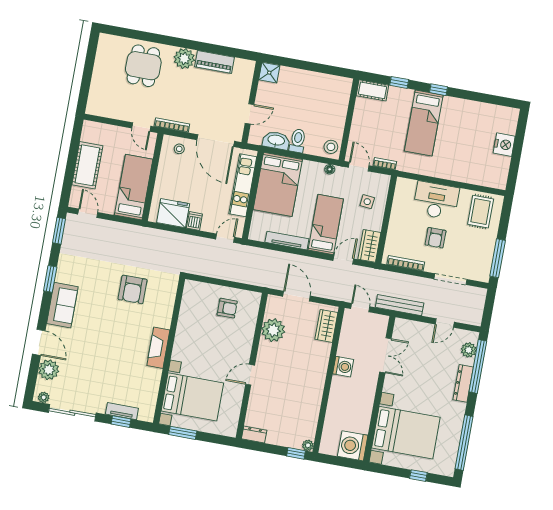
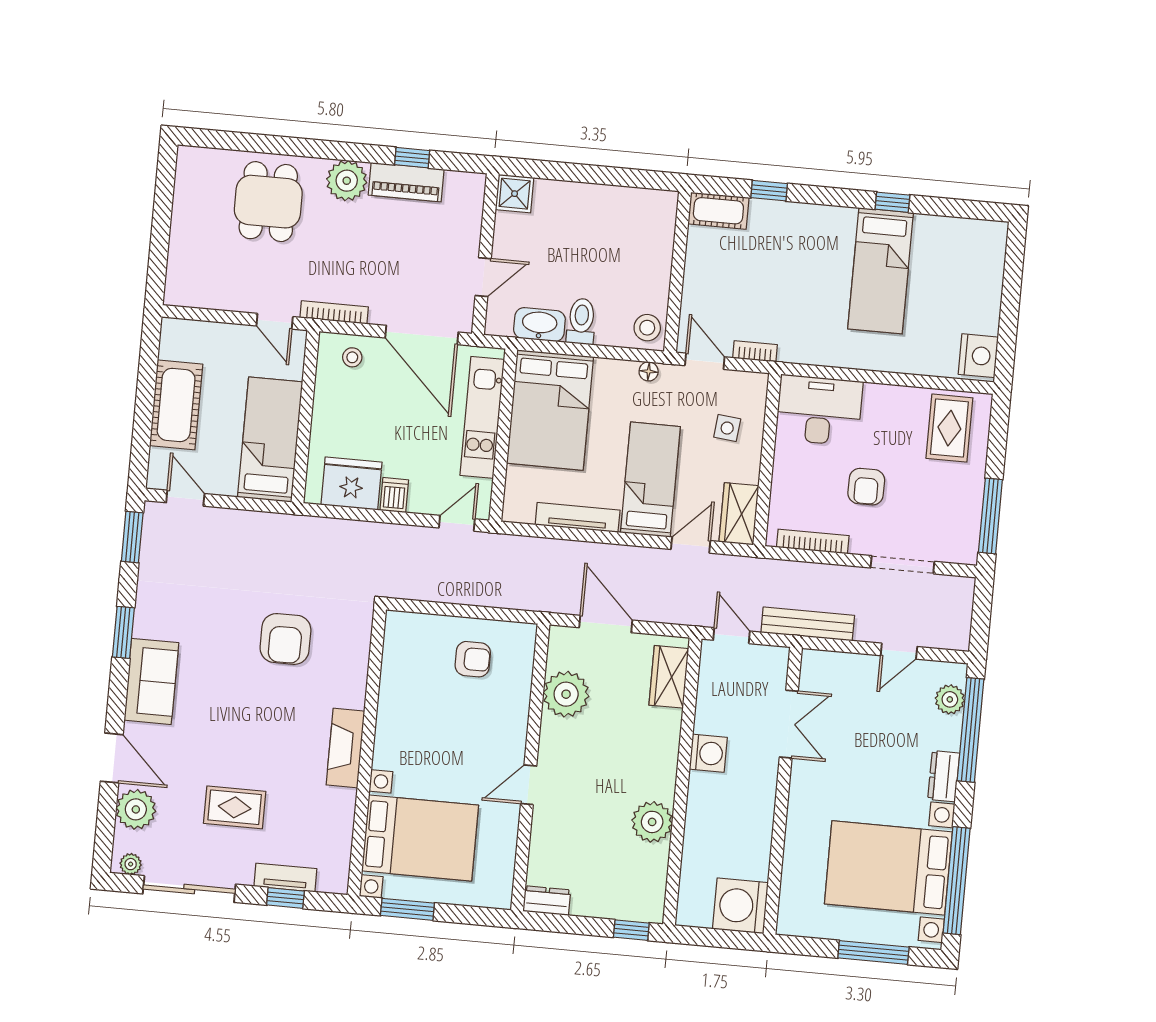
window: (219, 50) -> (412, 158), added
window: (438, 90) -> (892, 202), moved
bed: (424, 123) -> (881, 271), moved
nightstand: (504, 145) -> (978, 356), moved
desk: (436, 201) -> (819, 410), moved
rug: (99, 373) -> (235, 807), added
dresser: (463, 383) -> (944, 776), width x0.70
bed with nightstands: (406, 433) -> (888, 868), moved, turned 180
plant: (308, 445) -> (652, 822), moved, width x1.87, depth x1.87
window: (418, 476) -> (873, 953), width x2.17

